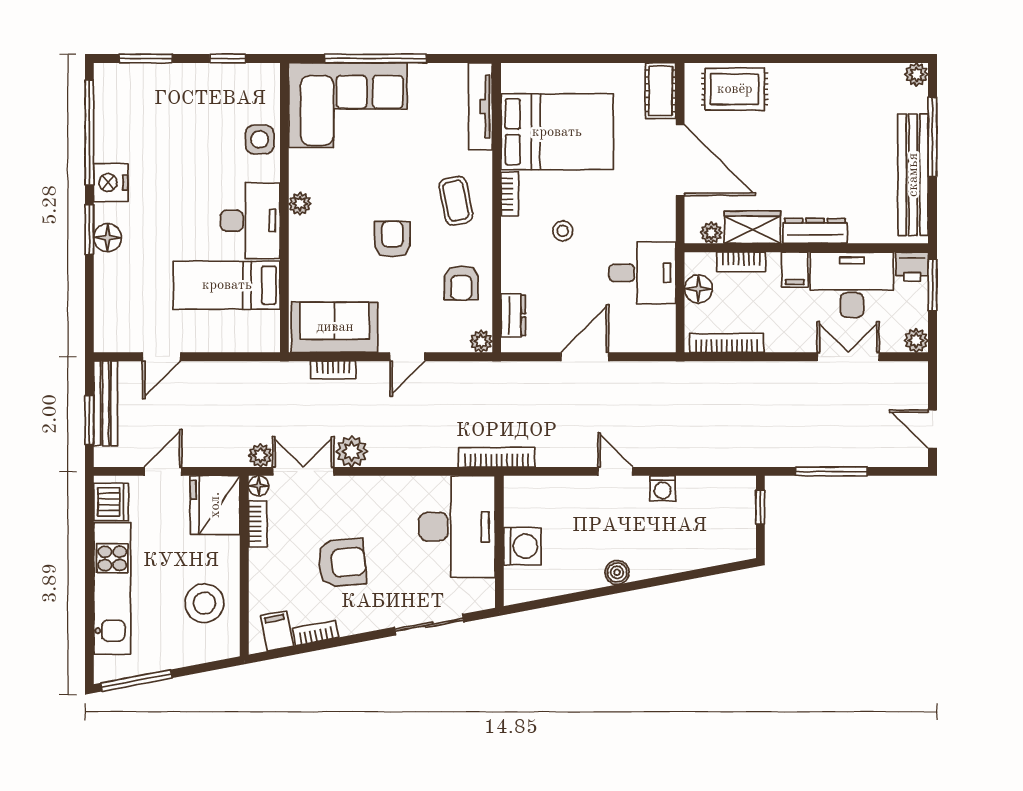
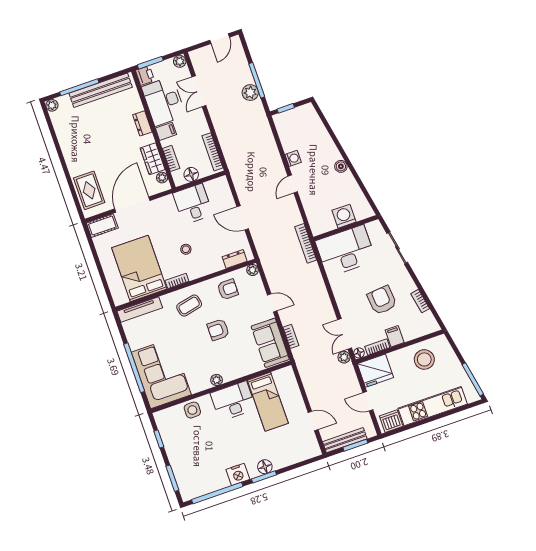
dresser: (815, 231) -> (142, 123), width x0.70
plant: (352, 451) -> (250, 93), moved
filing cabinet: (277, 631) -> (395, 336), moved, turned 101

